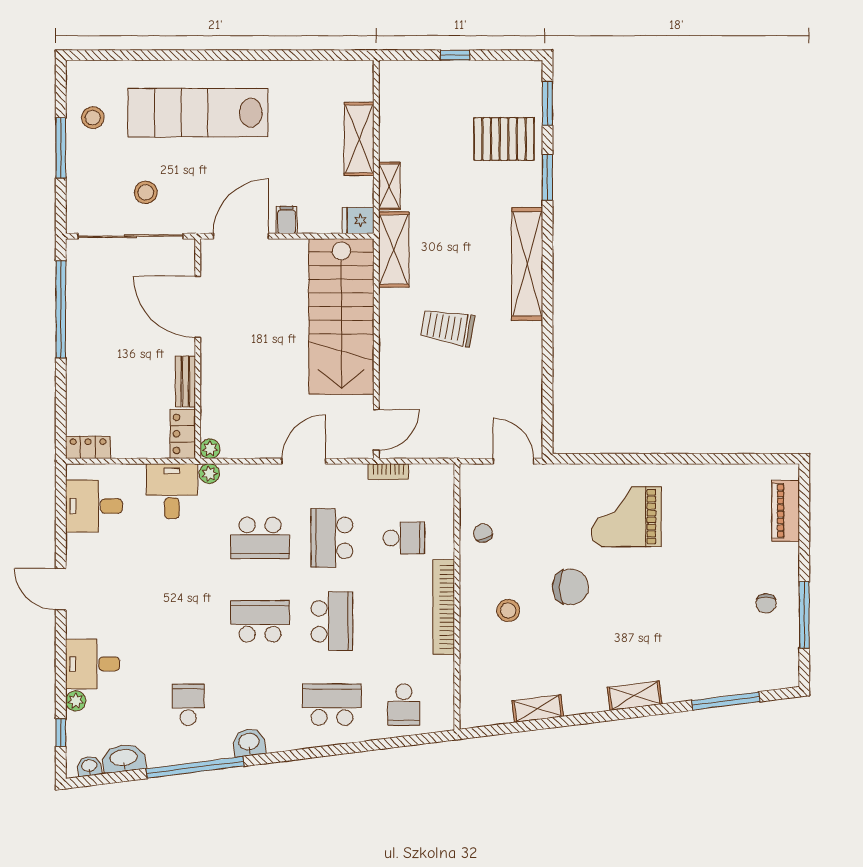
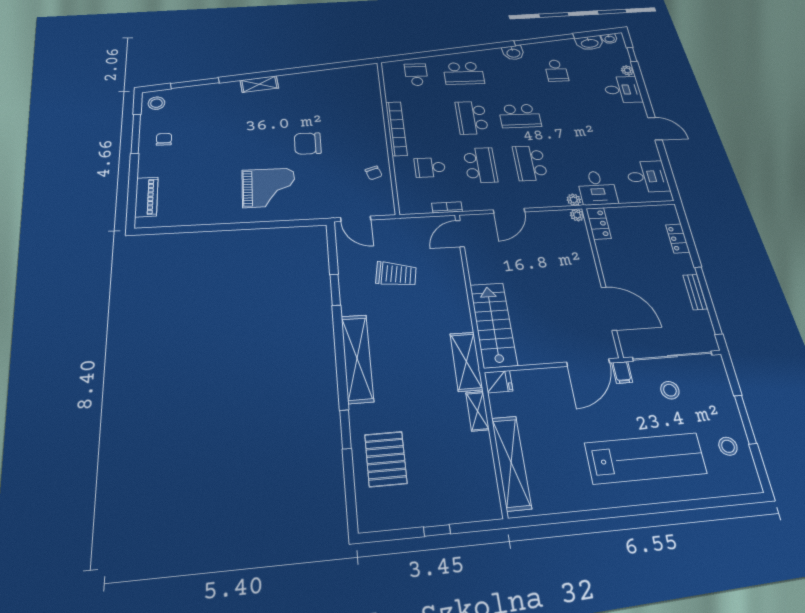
window: (547, 103) -> (335, 290), moved
shelving: (359, 139) -> (511, 463), width x1.47
pallet: (504, 139) -> (386, 459), turned 90
filing cabinet: (287, 220) -> (622, 372), moved
stairs: (341, 316) -> (493, 325), width x0.73, depth x0.66
trolley: (448, 327) -> (396, 274), moved
bench: (185, 382) -> (695, 292), moved
locker: (88, 447) -> (678, 238), moved, turned 90
school desk: (260, 538) -> (530, 163), turned -90
stool: (508, 610) -> (156, 103), moved
shelving: (538, 709) -> (326, 75), removed

